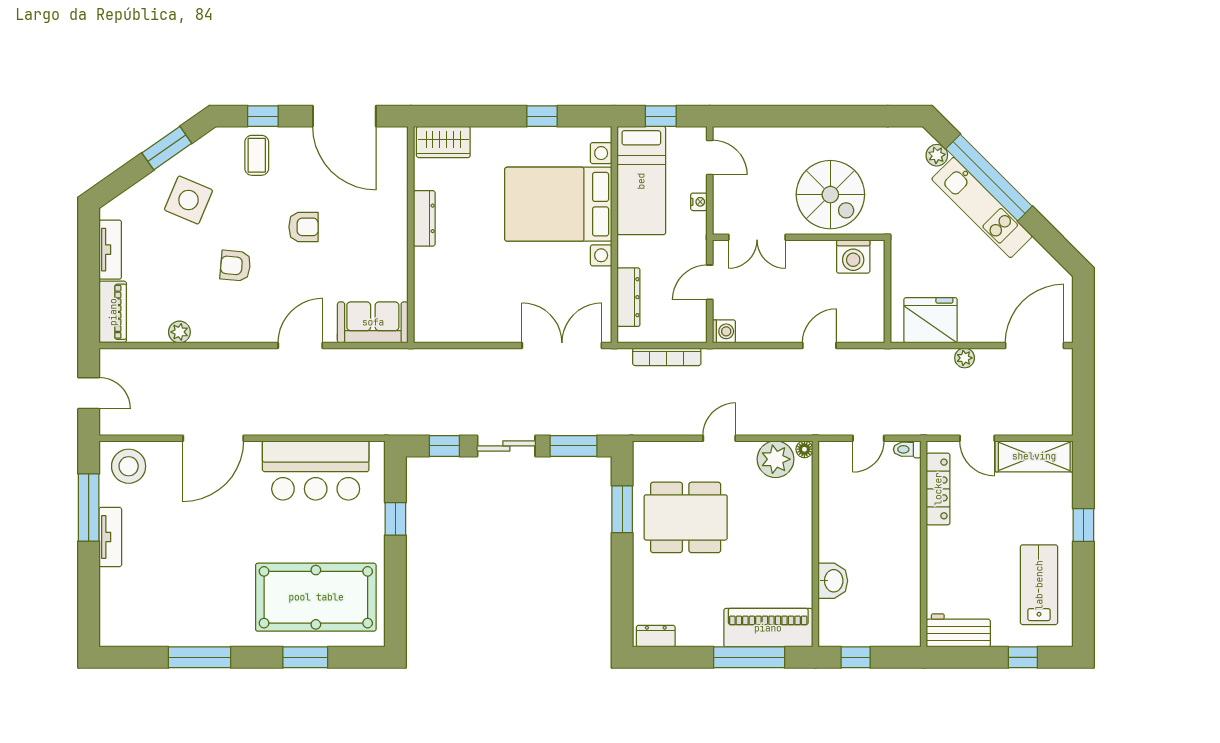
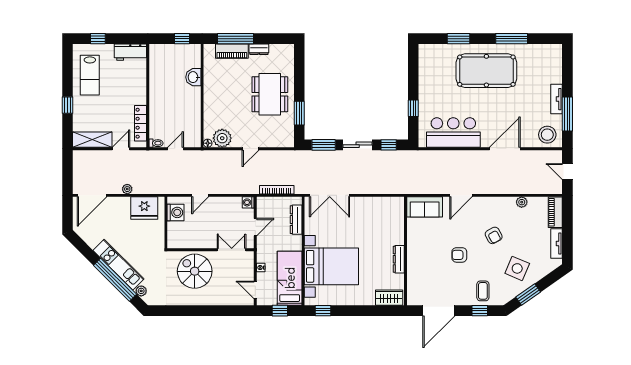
door: (344, 116) -> (439, 311), swing flipped
window: (542, 116) -> (323, 311), moved
washing machine: (853, 256) -> (176, 212), moved, turned 90
armchair: (235, 266) -> (494, 235), turned 56
door: (977, 438) -> (121, 149), hinge flipped
dining table: (686, 517) -> (270, 94), moved, turned 90
pool table: (316, 597) -> (486, 71), moved
piano: (768, 628) -> (232, 51), width x0.73, depth x0.75
dresser: (656, 636) -> (259, 49), moved

